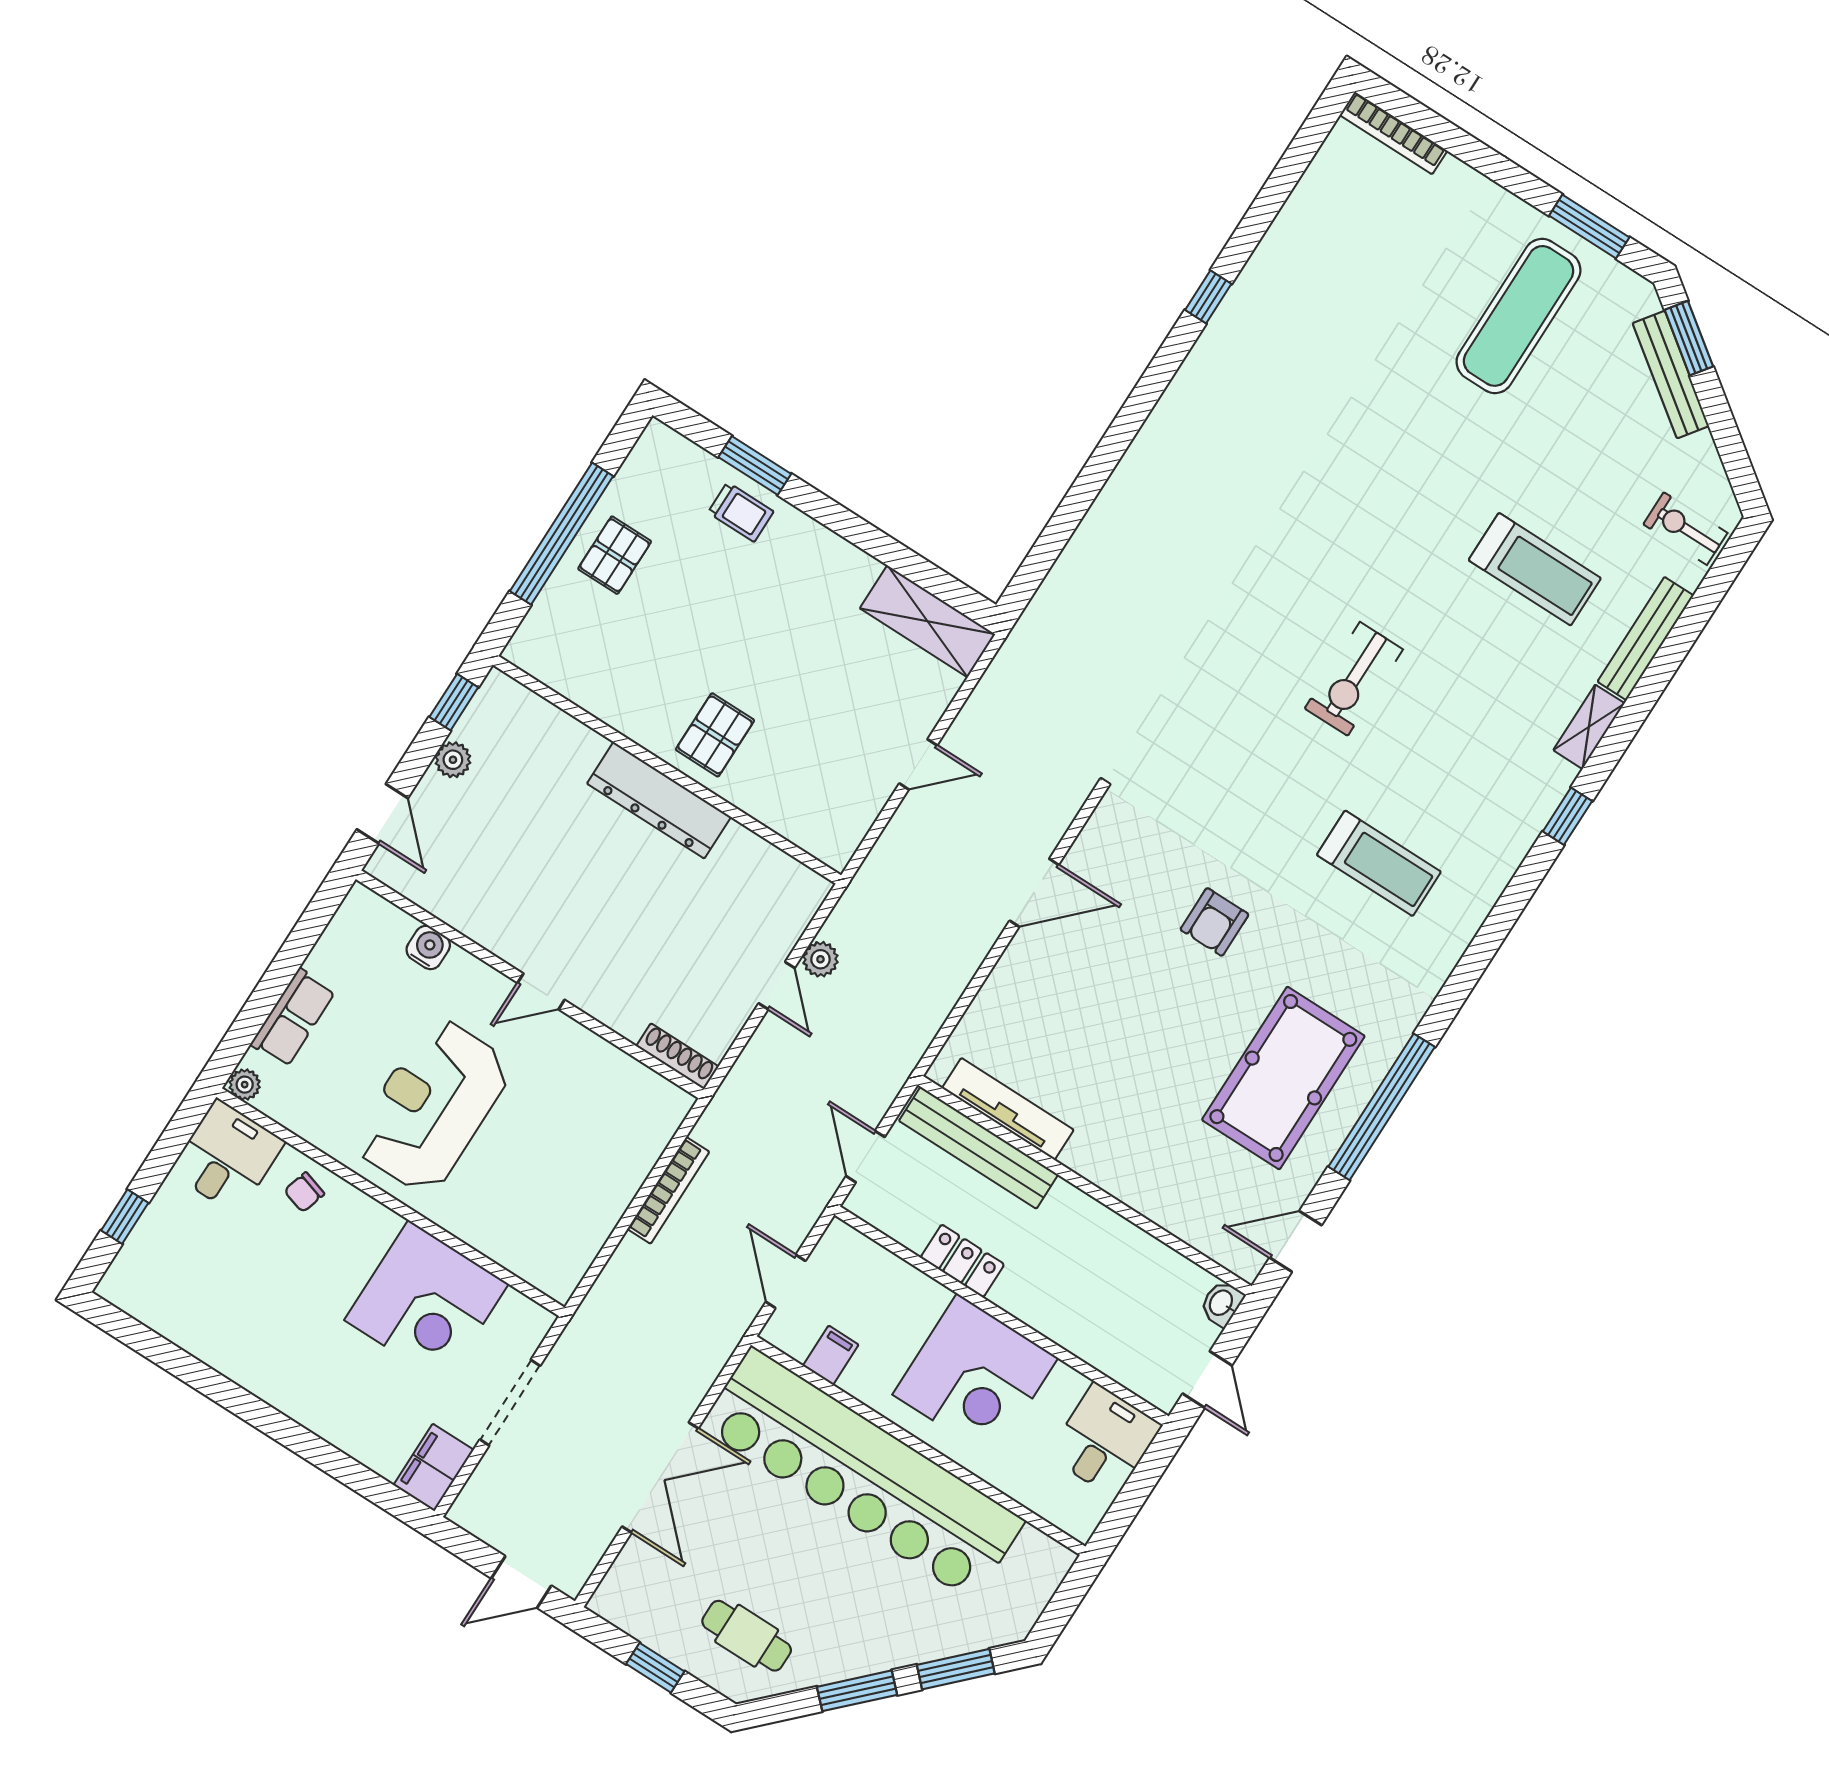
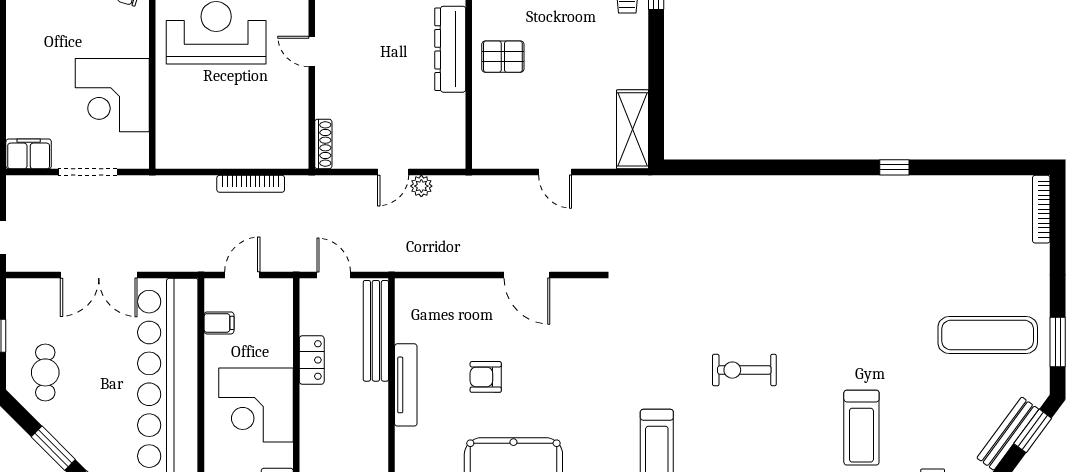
armchair: (1214, 922) -> (486, 377), moved
tv unit: (1008, 1109) -> (406, 385), moved
door: (865, 1157) -> (334, 275), hinge flipped

